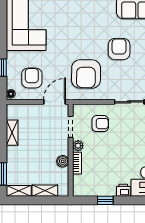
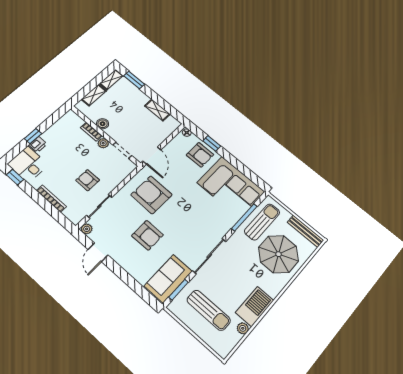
armchair: (32, 78) -> (200, 155), moved
armchair: (100, 124) -> (88, 180), moved, turned 90
window: (105, 200) -> (33, 136), moved

